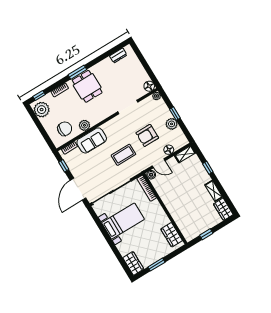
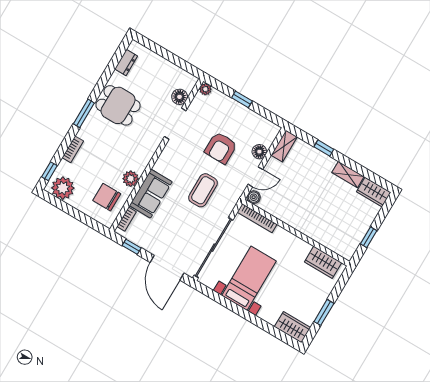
dining table: (87, 86) -> (118, 105), moved
floor lamp: (149, 86) -> (180, 97), moved
plant: (172, 124) -> (245, 115), removed
chair: (65, 129) -> (107, 197), turned -90

